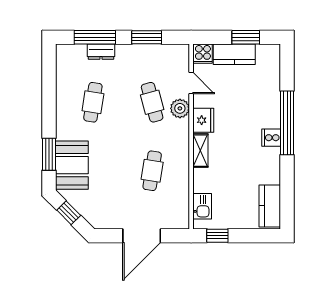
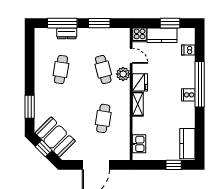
dishwasher: (271, 75) -> (188, 50), added
booth: (72, 165) -> (55, 137), moved, turned -45
window: (217, 236) -> (174, 165), moved

